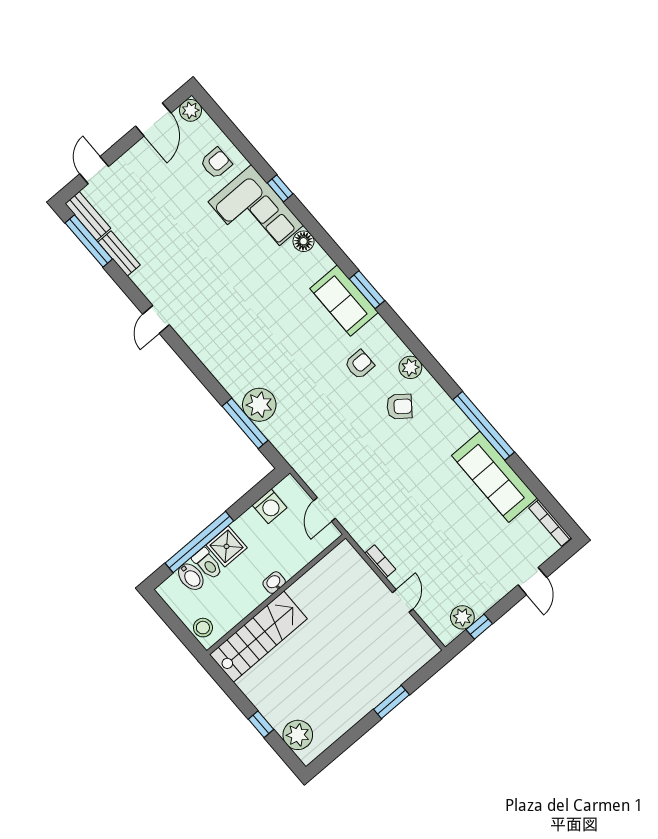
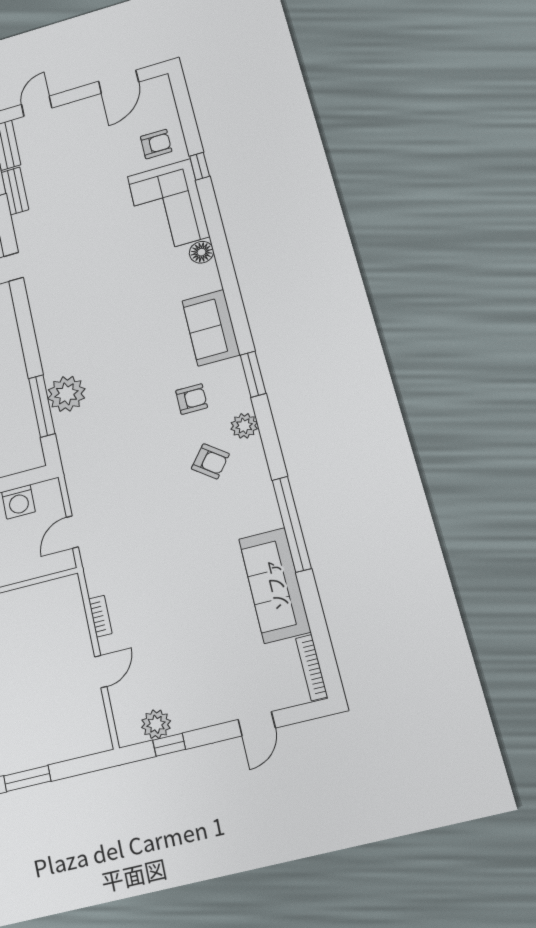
plant: (191, 110) -> (159, 87), removed
window: (280, 188) -> (200, 166), moved
window: (367, 290) -> (253, 374), moved

